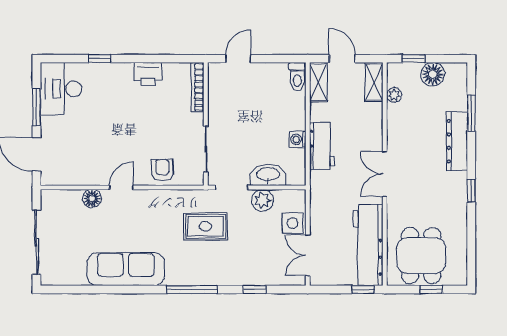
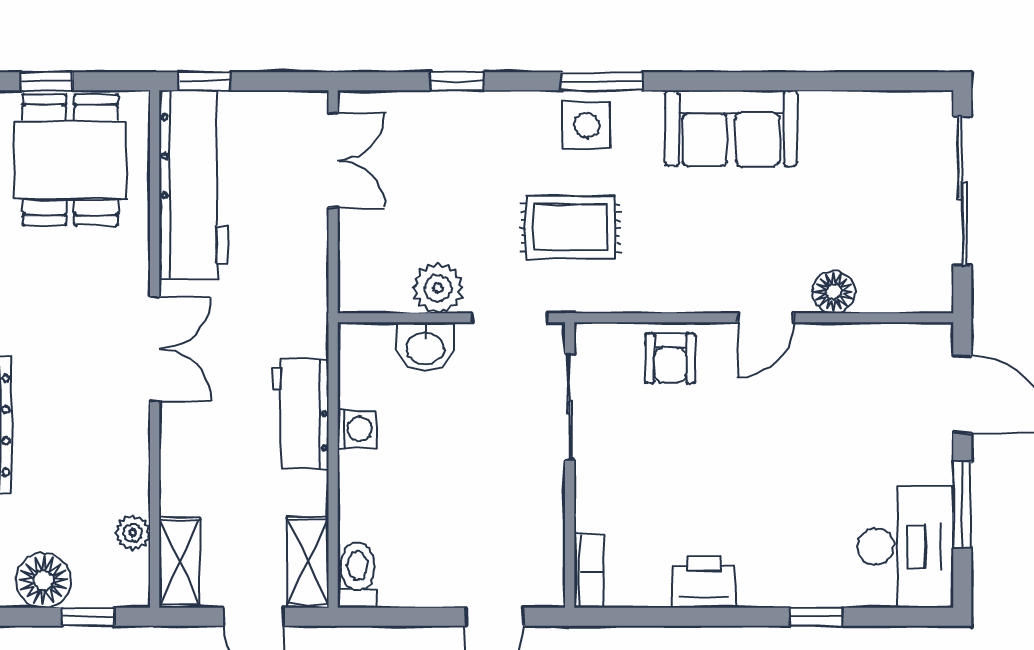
bookcase: (198, 87) -> (589, 571), width x0.64
washbasin: (268, 175) -> (425, 347), width x0.72
side table: (292, 223) -> (587, 125), moved
sofa: (126, 269) -> (731, 128), width x0.73
window: (192, 289) -> (602, 81), width x0.69

